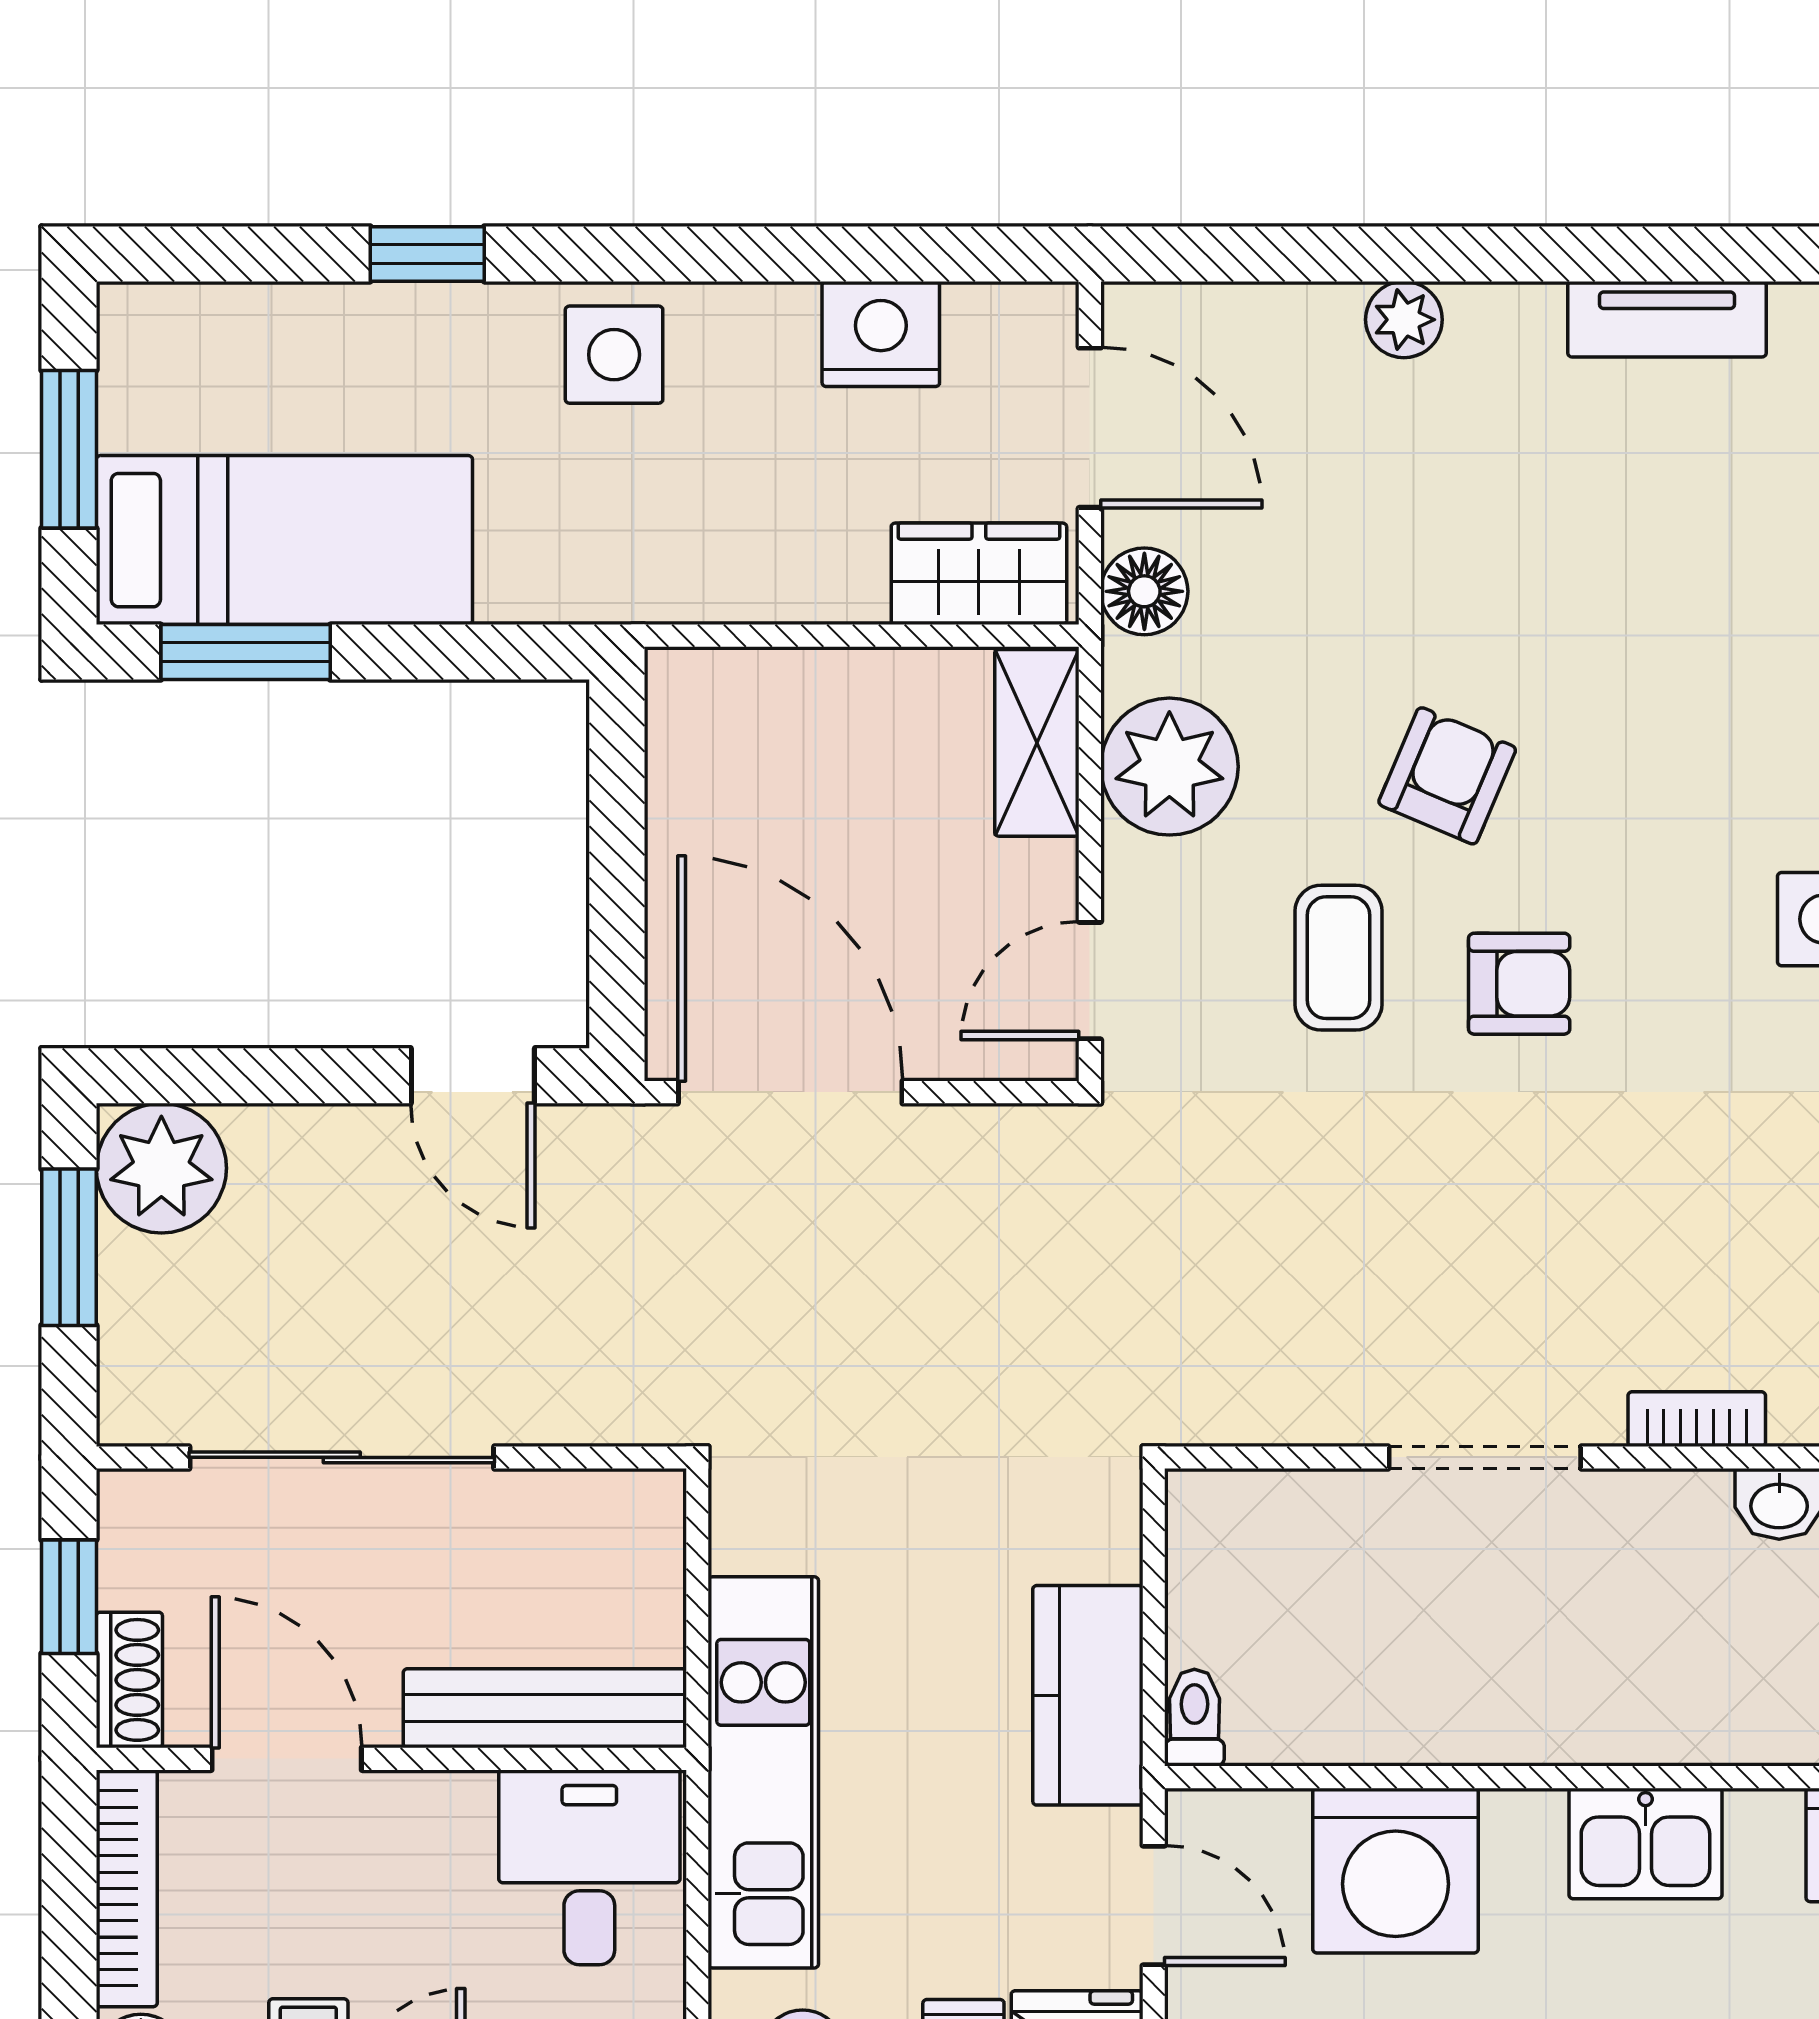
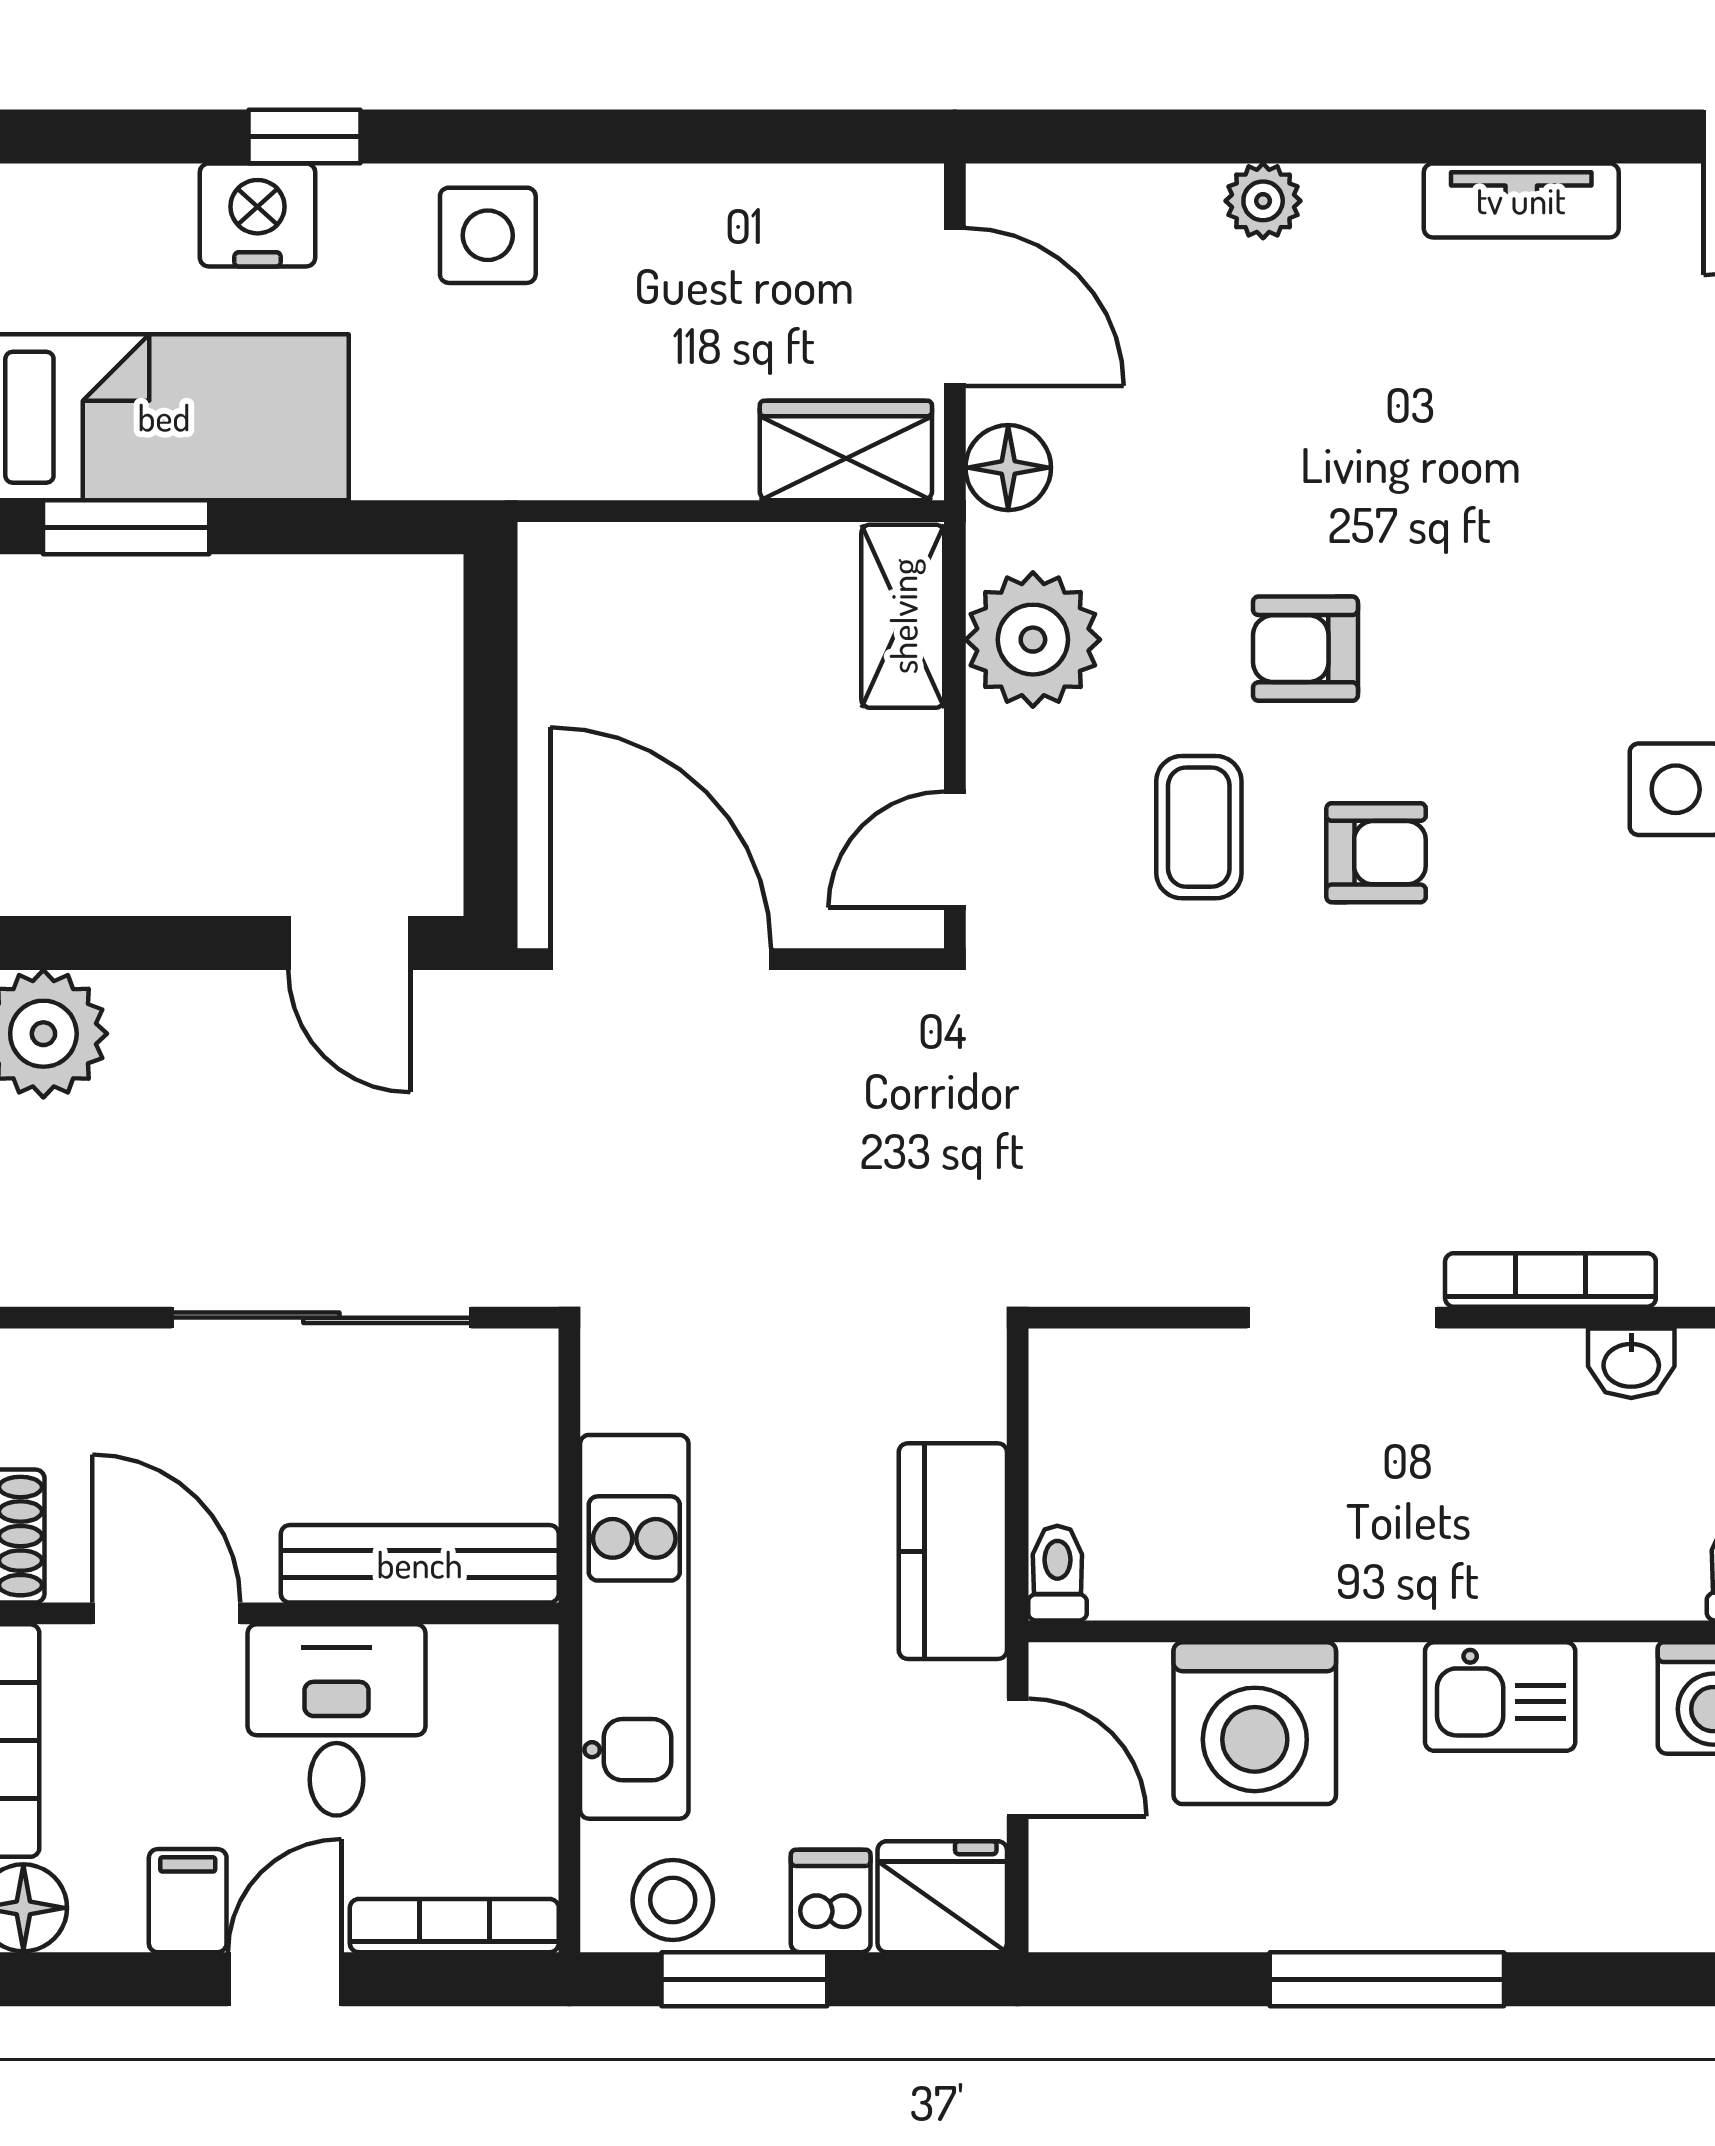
nightstand: (881, 334) -> (258, 215), moved
armchair: (1447, 776) -> (1305, 649), turned -113
bookcase: (1697, 1419) -> (1550, 1280), width x1.56
sliding door: (342, 1457) -> (321, 1318), moved
desk: (589, 1867) -> (336, 1720), moved

